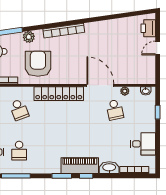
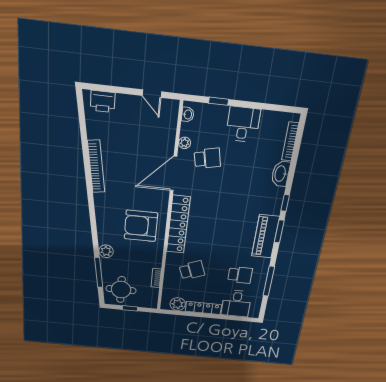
bookcase: (64, 31) -> (96, 167), moved
door: (158, 48) -> (152, 94), moved
armchair: (38, 64) -> (141, 226), moved
desk: (143, 144) -> (243, 124), moved
piano: (80, 166) -> (265, 236), moved

